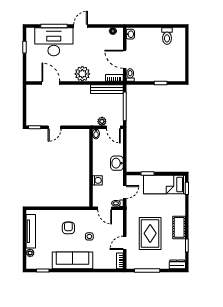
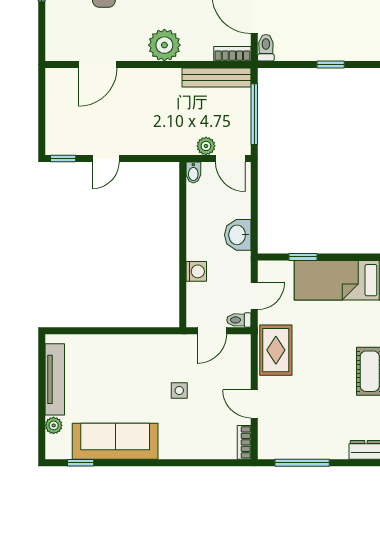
door: (51, 83) -> (98, 65), swing flipped
door: (105, 208) -> (212, 331), hinge flipped
armchair: (68, 228) -> (135, 372), removed
rug: (150, 233) -> (276, 350), moved, width x0.73, depth x0.70
door: (125, 243) -> (254, 404), hinge flipped
sofa: (73, 260) -> (115, 441), moved

